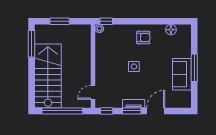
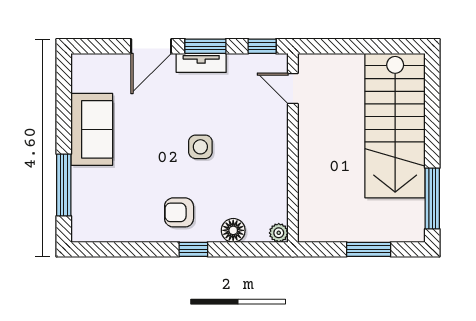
window: (106, 21) -> (193, 249), moved
floor lamp: (171, 30) -> (233, 230), moved
window: (194, 68) -> (64, 185), moved
door: (93, 92) -> (293, 88), swing flipped
window: (62, 111) -> (362, 46), removed

